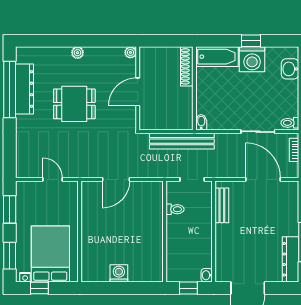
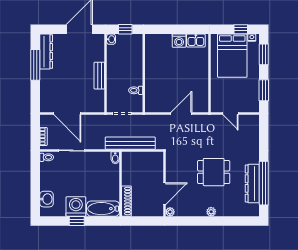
door: (138, 92) -> (164, 194), moved
bench: (222, 205) -> (99, 76), moved
kitchen sink: (97, 274) -> (196, 41), added

